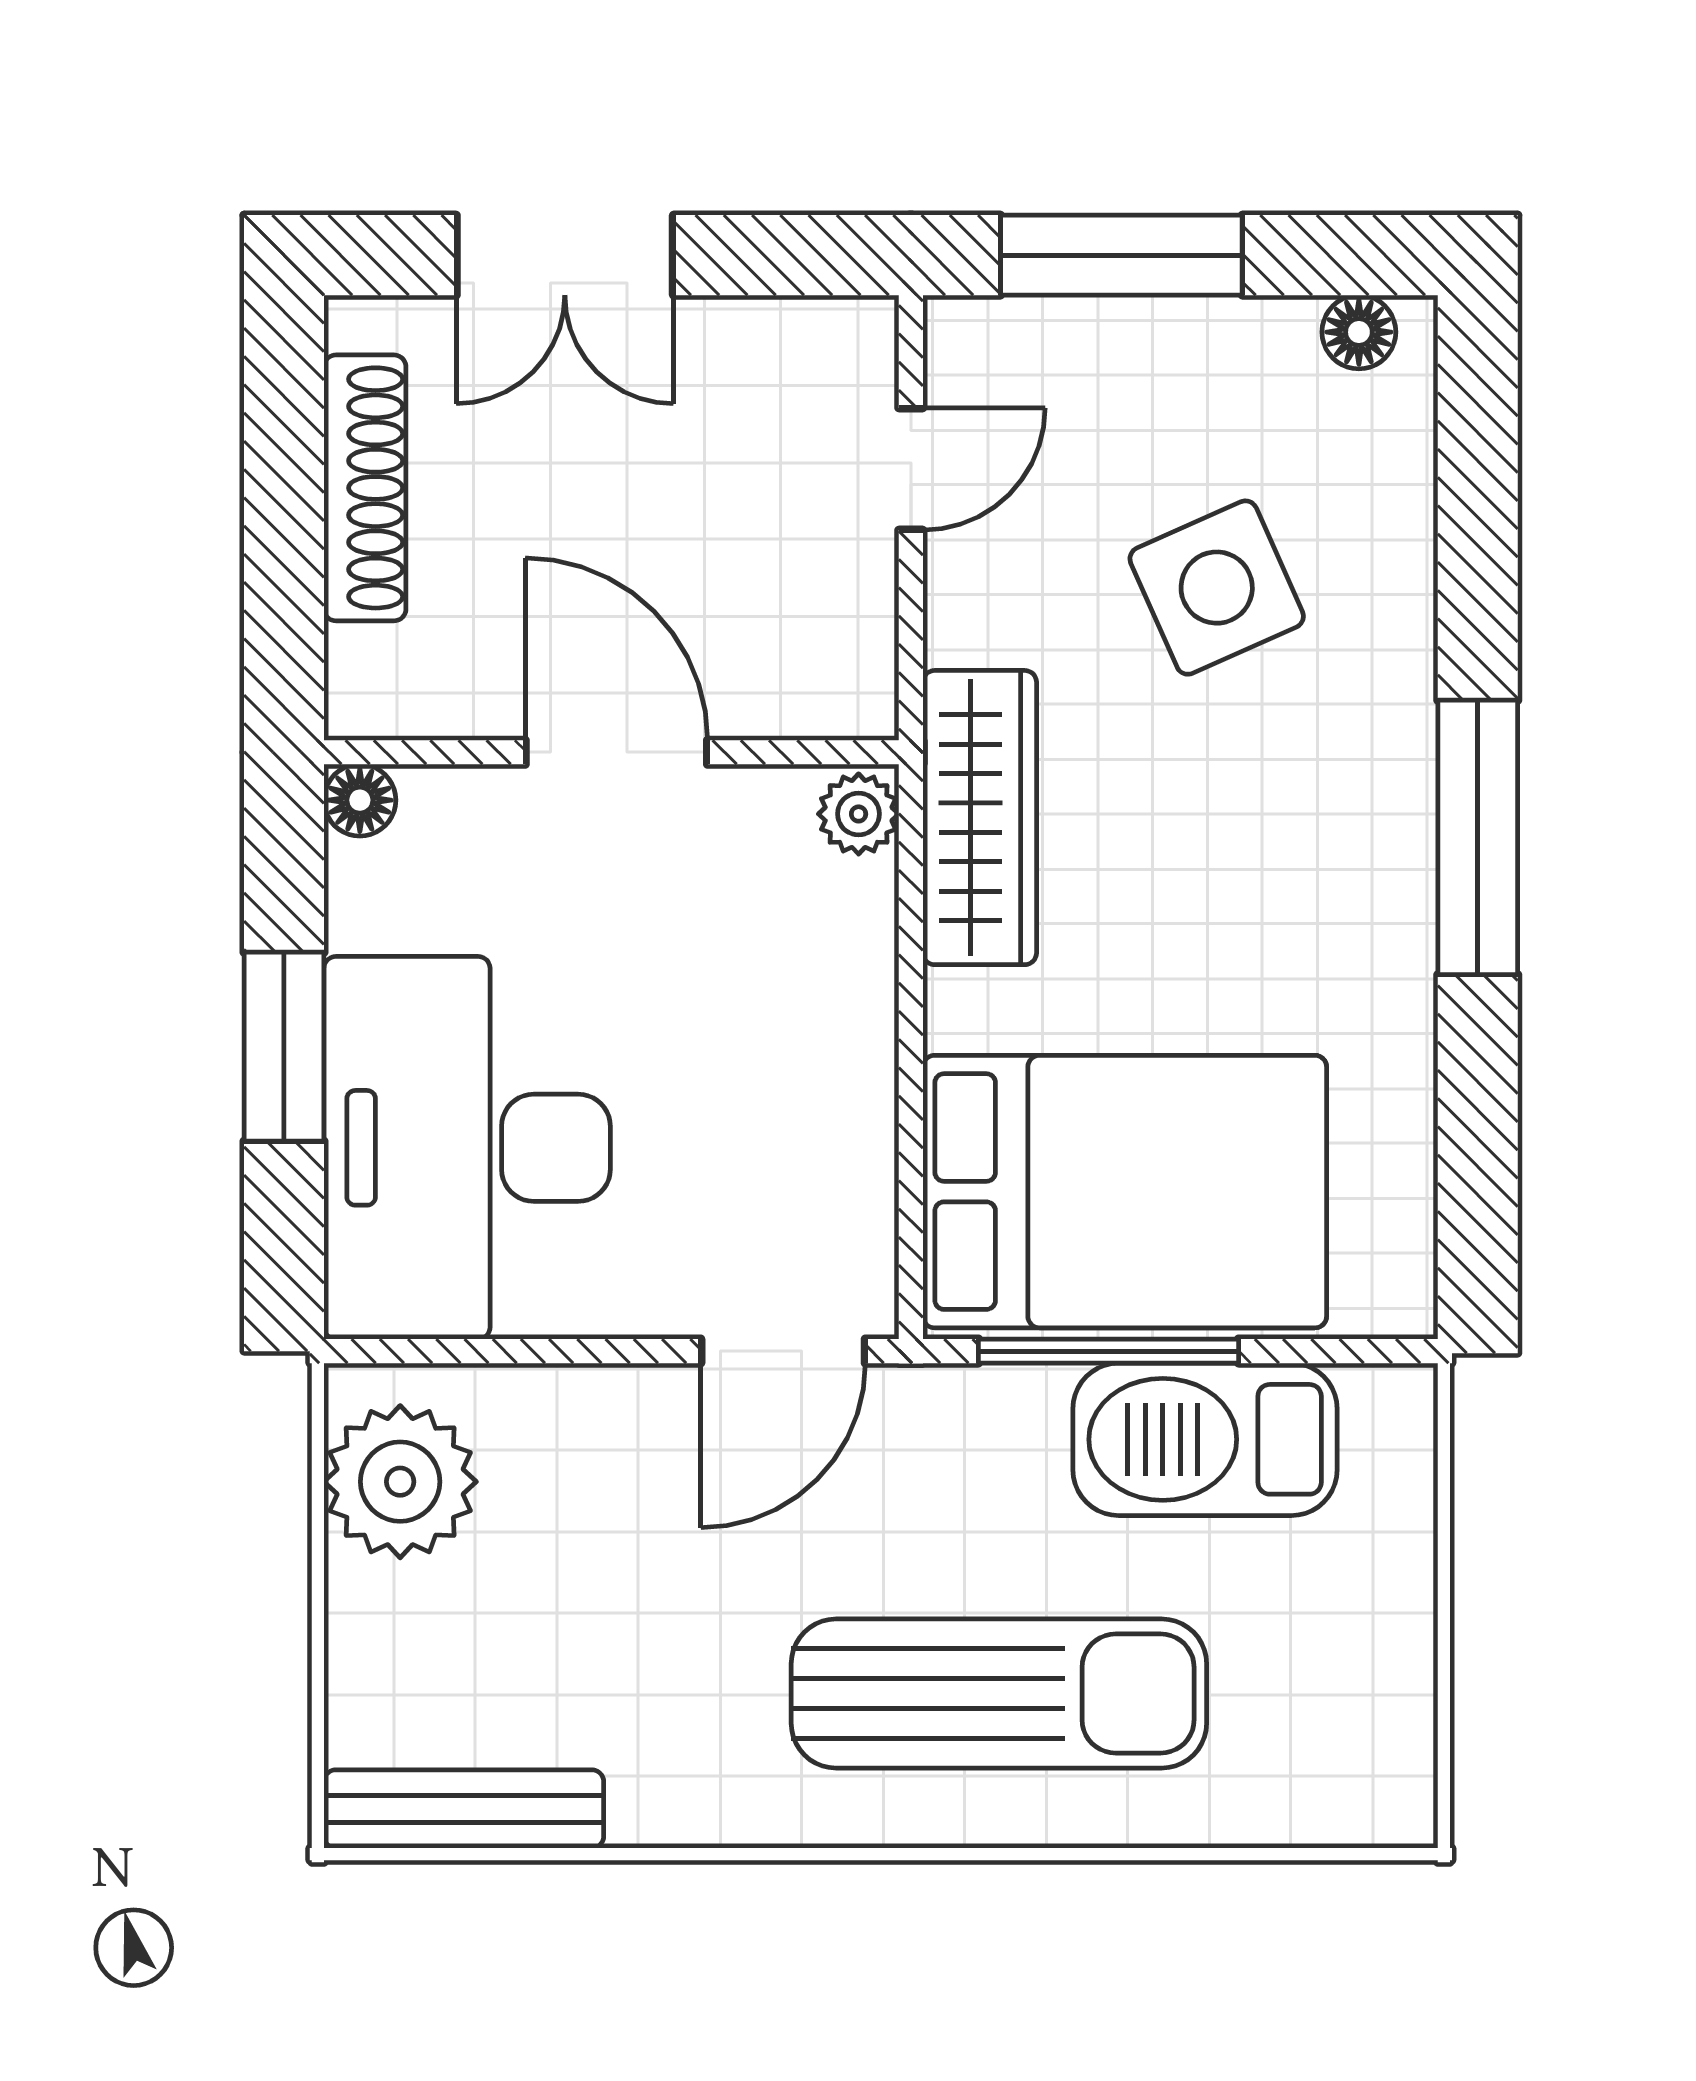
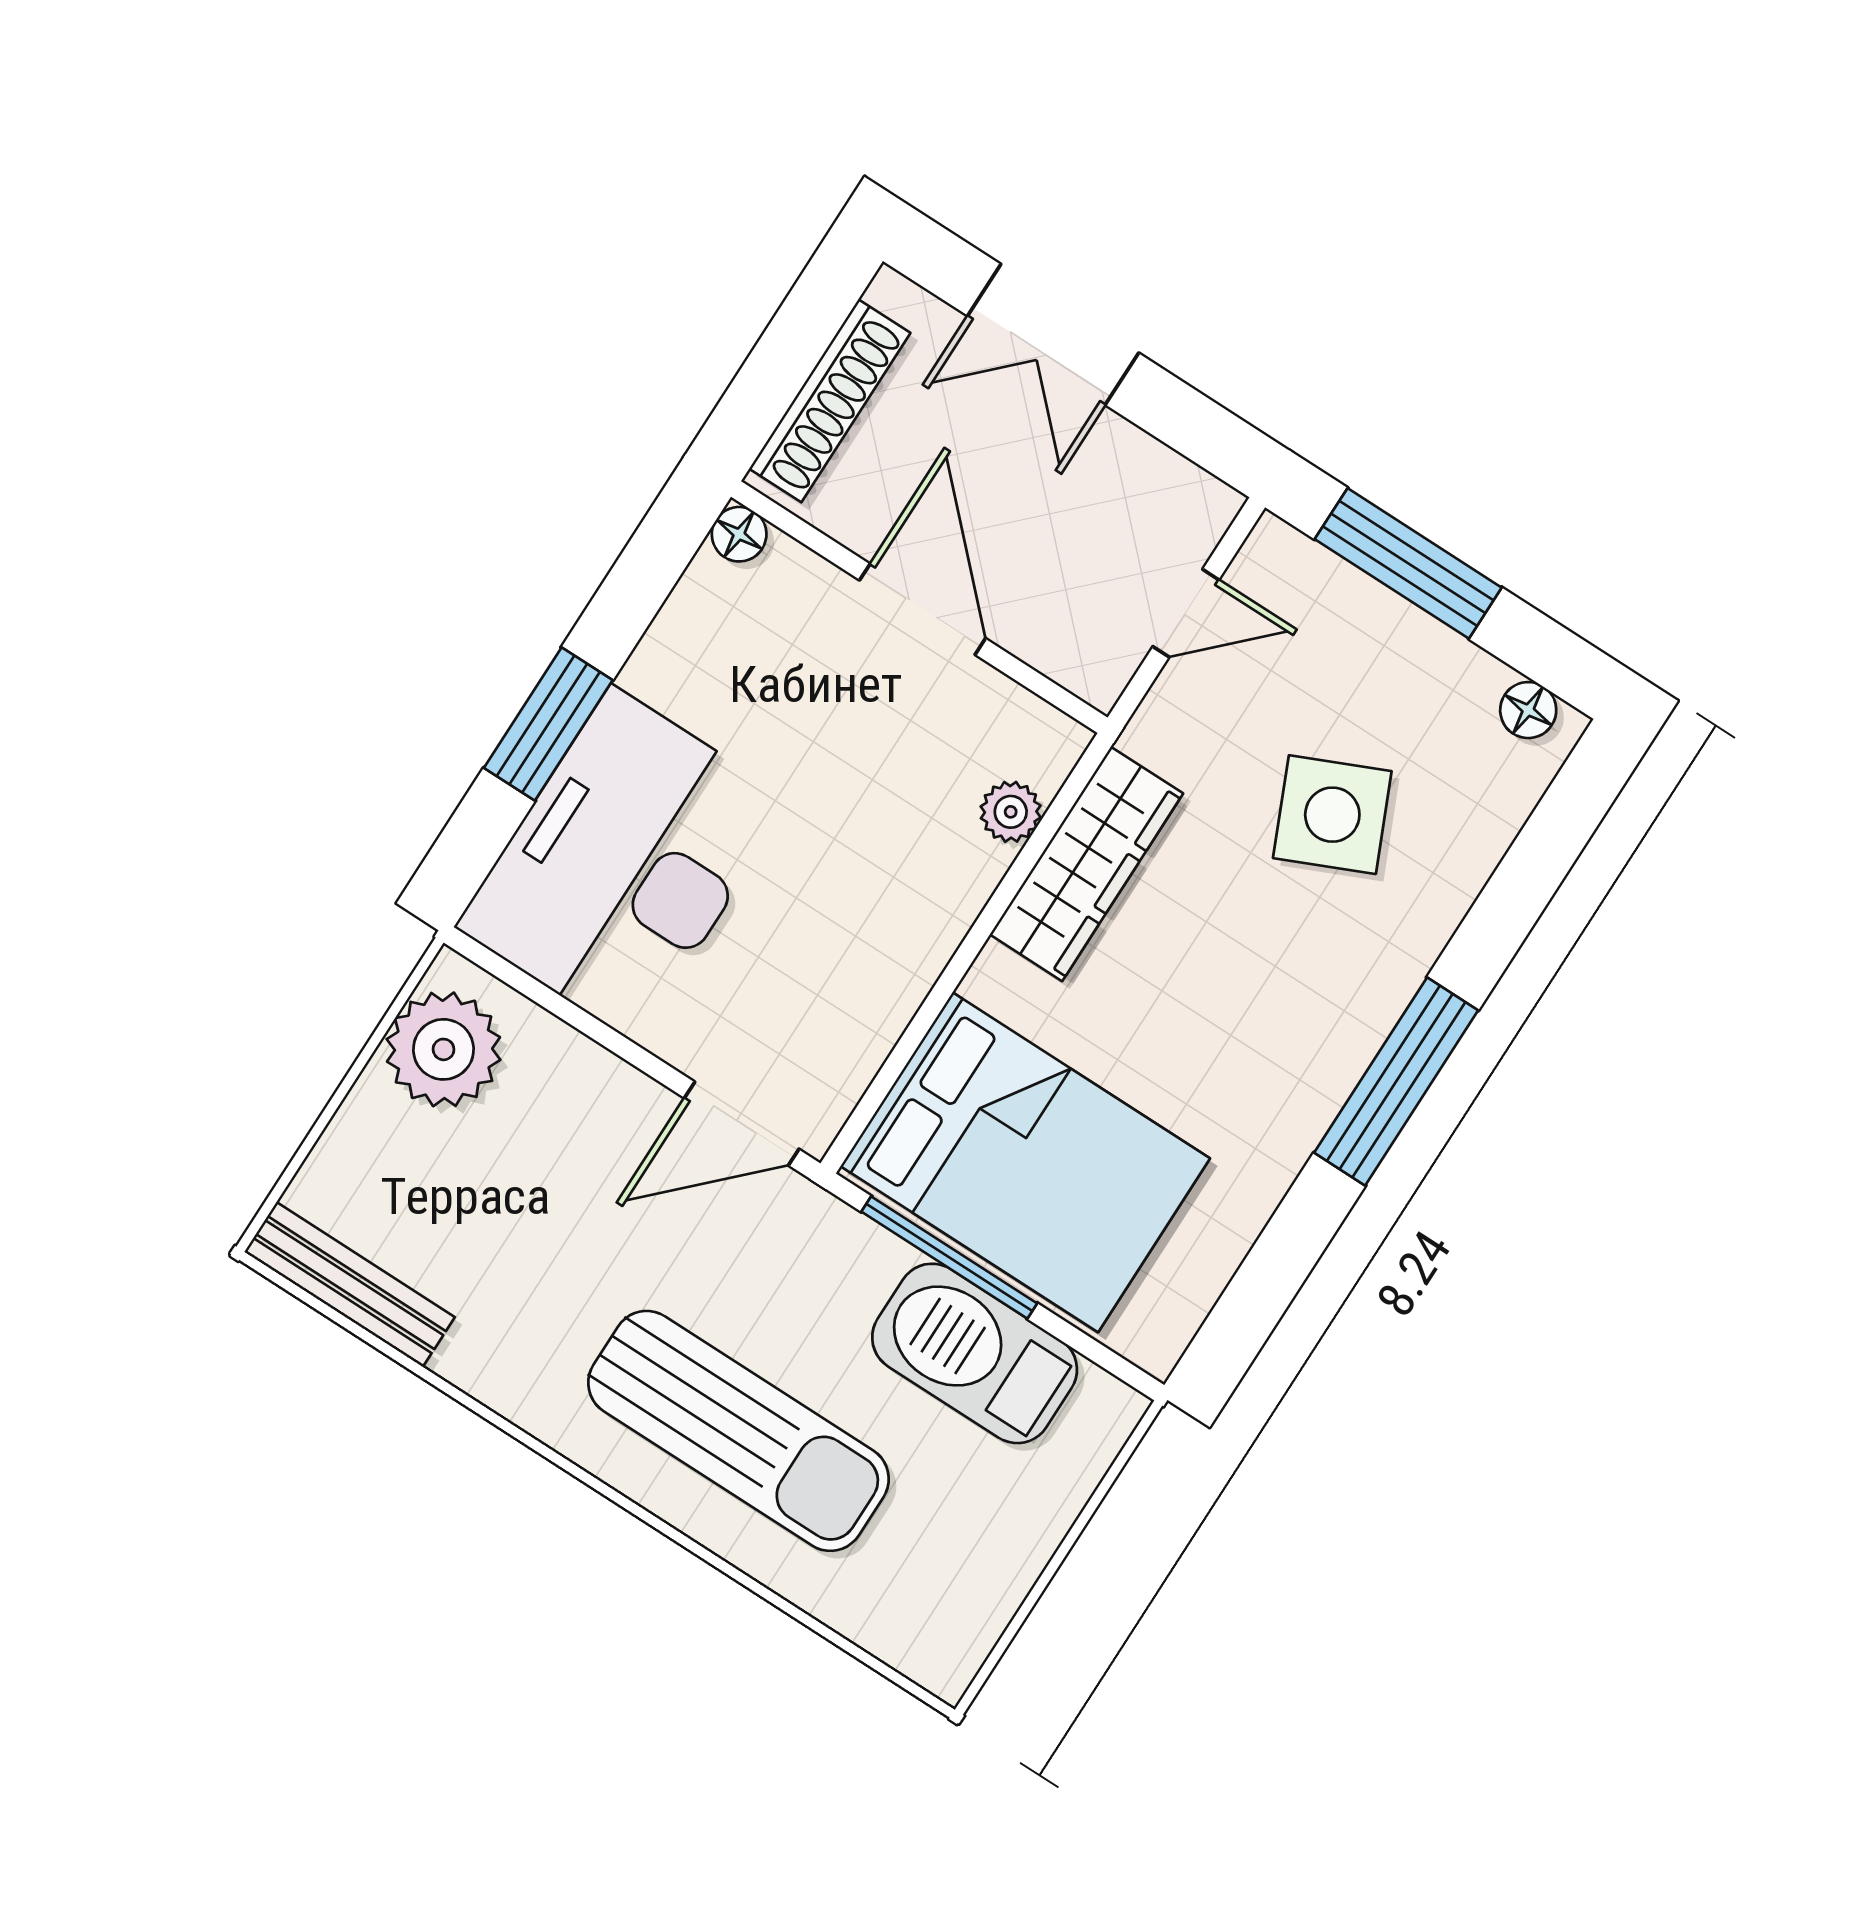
wall: (611, 752) -> (919, 607), moved
door: (616, 752) -> (923, 609), moved
floor lamp: (360, 800) -> (739, 534), moved

